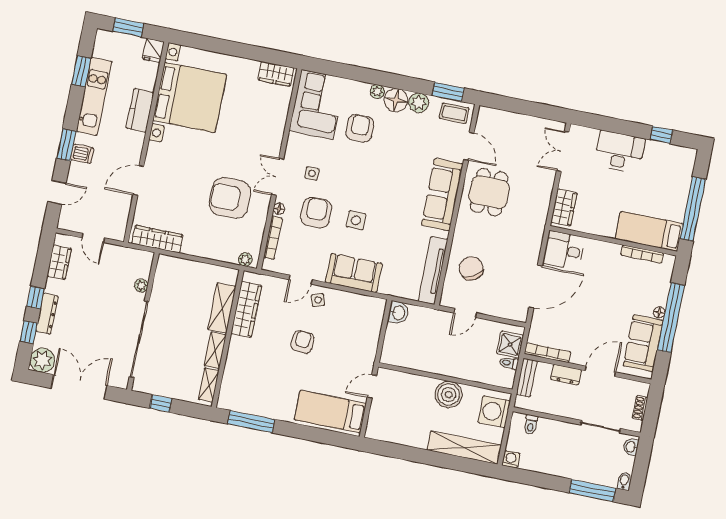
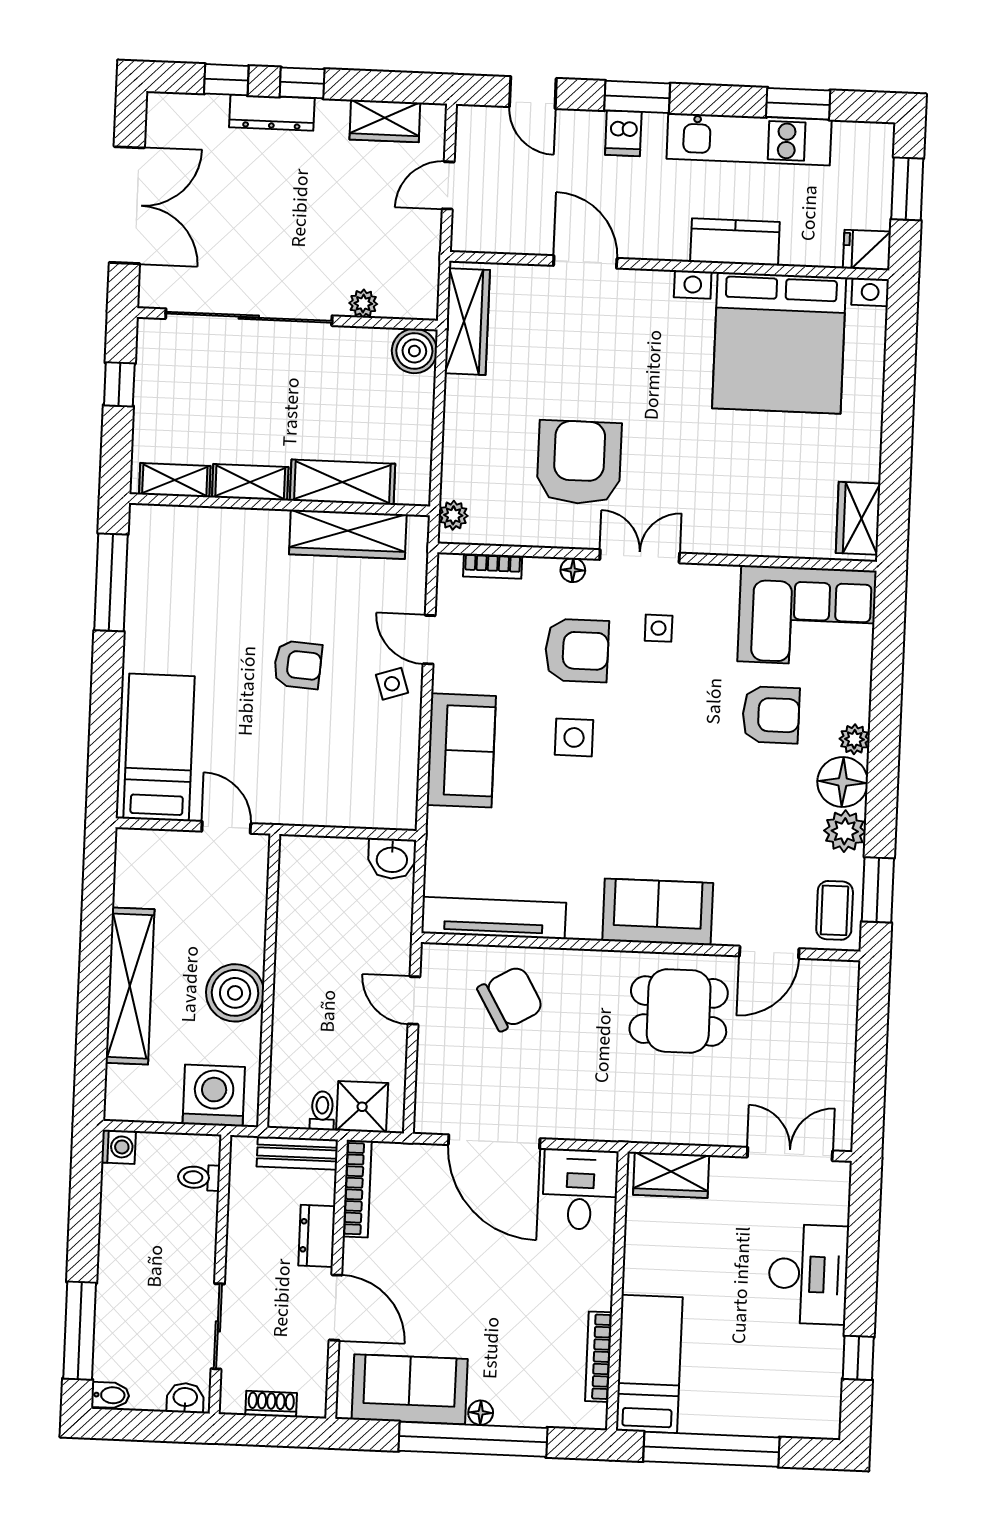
sofa: (442, 195) -> (658, 912), width x0.73
bookcase: (273, 238) -> (493, 566), width x0.64
boiler: (167, 265) -> (414, 351), added
plant: (42, 360) -> (171, 118), removed
shelving: (464, 448) -> (130, 986), moved

